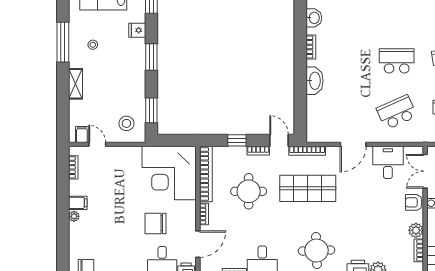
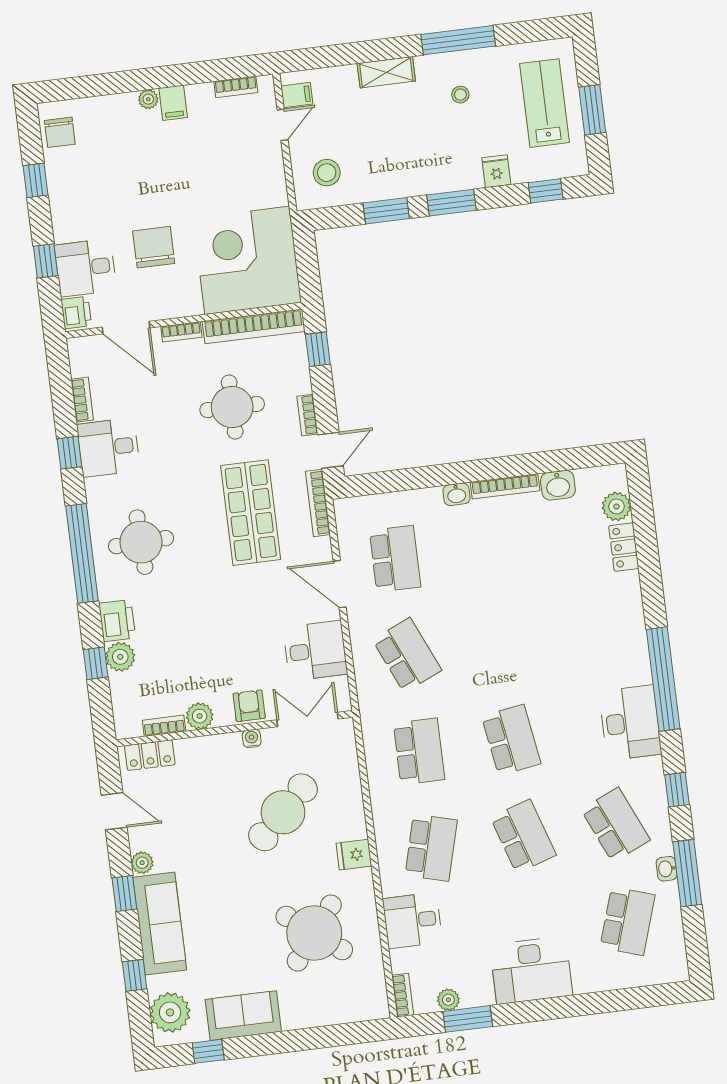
bookcase: (311, 47) -> (505, 486), width x1.56
school desk: (397, 61) -> (395, 559), moved
washbasin: (314, 81) -> (457, 494), width x0.52, depth x0.69
window: (151, 110) -> (386, 211), moved
window: (237, 140) -> (318, 349), moved

